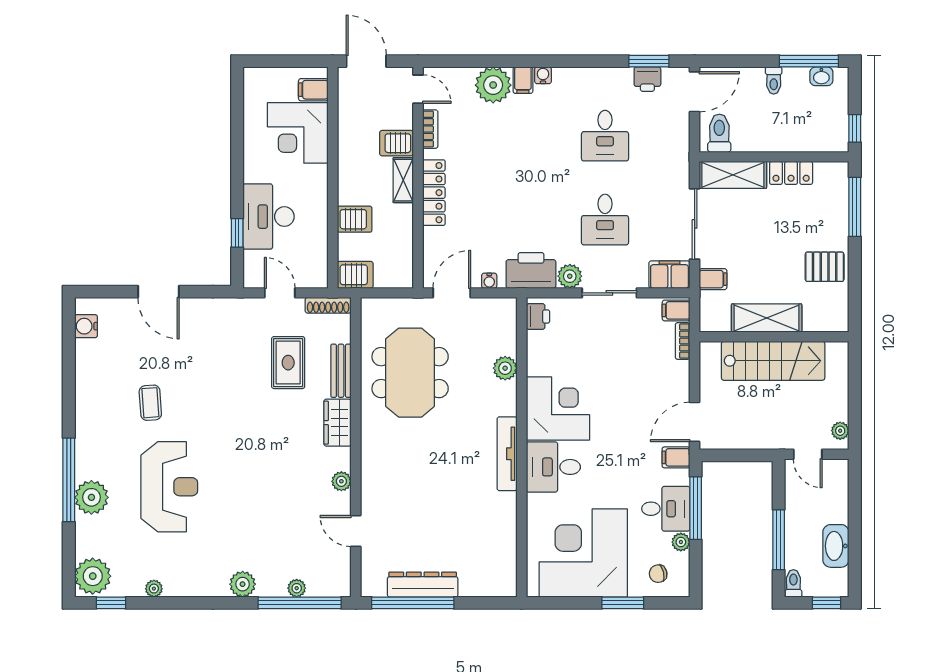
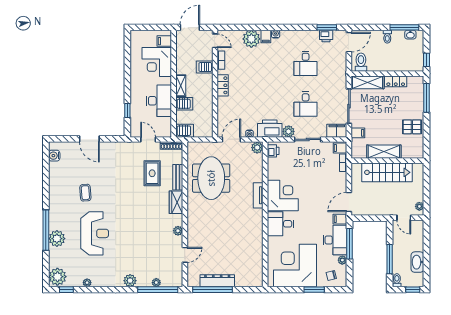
door: (366, 61) -> (190, 27), hinge flipped
shelving: (403, 180) -> (181, 86), moved
locker: (434, 193) -> (223, 85), width x0.66
desk: (268, 217) -> (159, 101), moved, turned 180
plant: (505, 368) -> (257, 148), moved
tv unit: (507, 454) -> (258, 195), moved, width x0.71
desk: (666, 509) -> (335, 240), width x1.37
door: (356, 531) -> (185, 255), swing flipped

